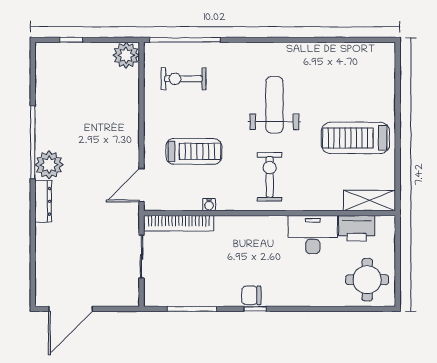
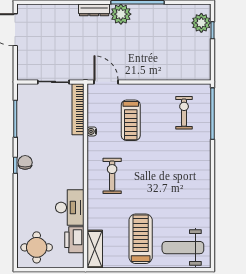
plant: (126, 55) -> (201, 23), moved
weight bench: (274, 105) -> (183, 248), moved, turned 180
exercise bike: (270, 177) -> (112, 176), turned -90

